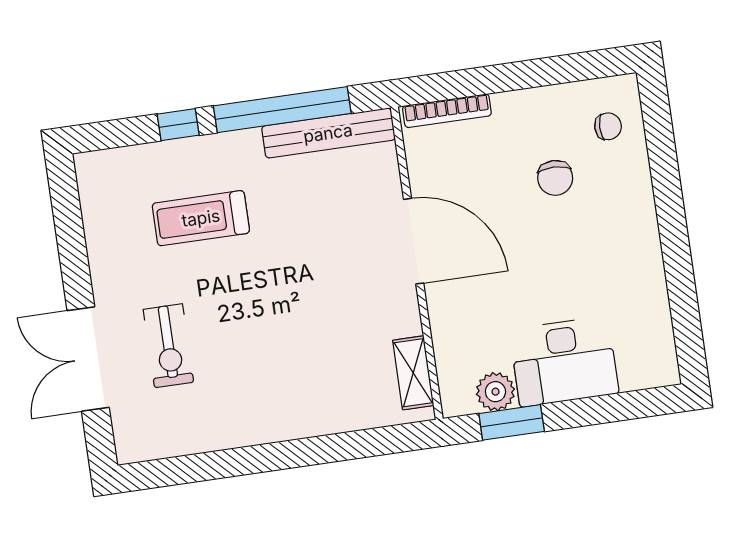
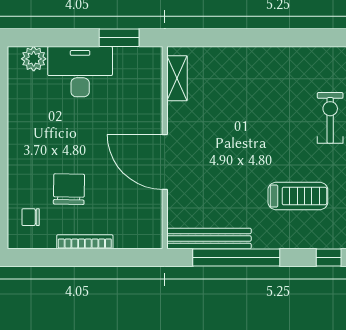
bookcase: (447, 111) -> (85, 242), moved
window: (178, 125) -> (329, 258), moved
chair: (555, 178) -> (69, 189), width x1.37, depth x1.37
plant: (495, 392) -> (34, 59), moved

